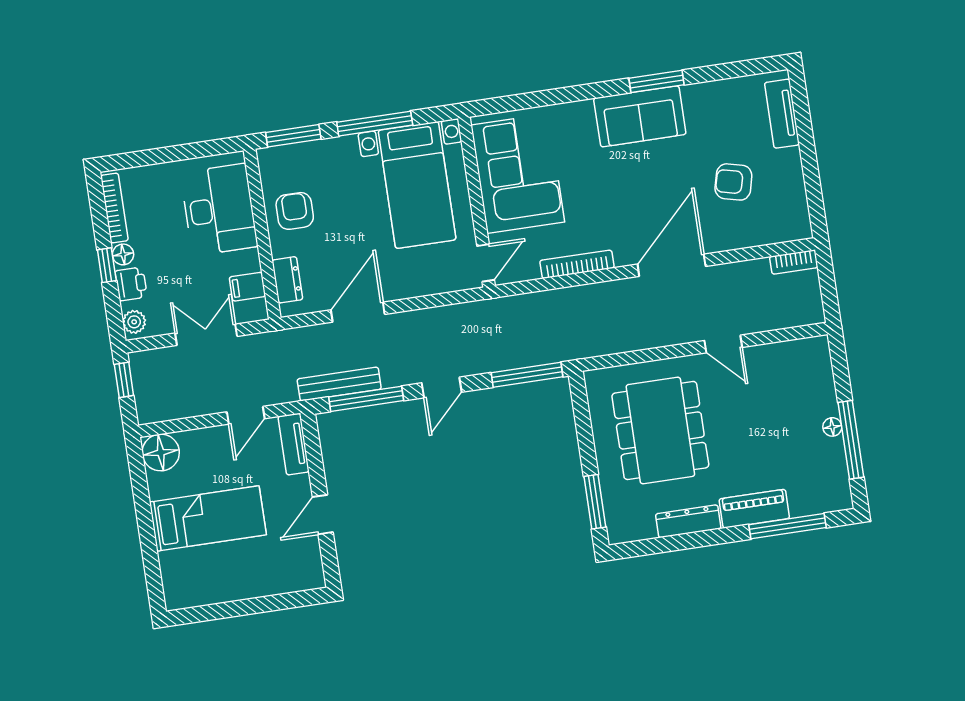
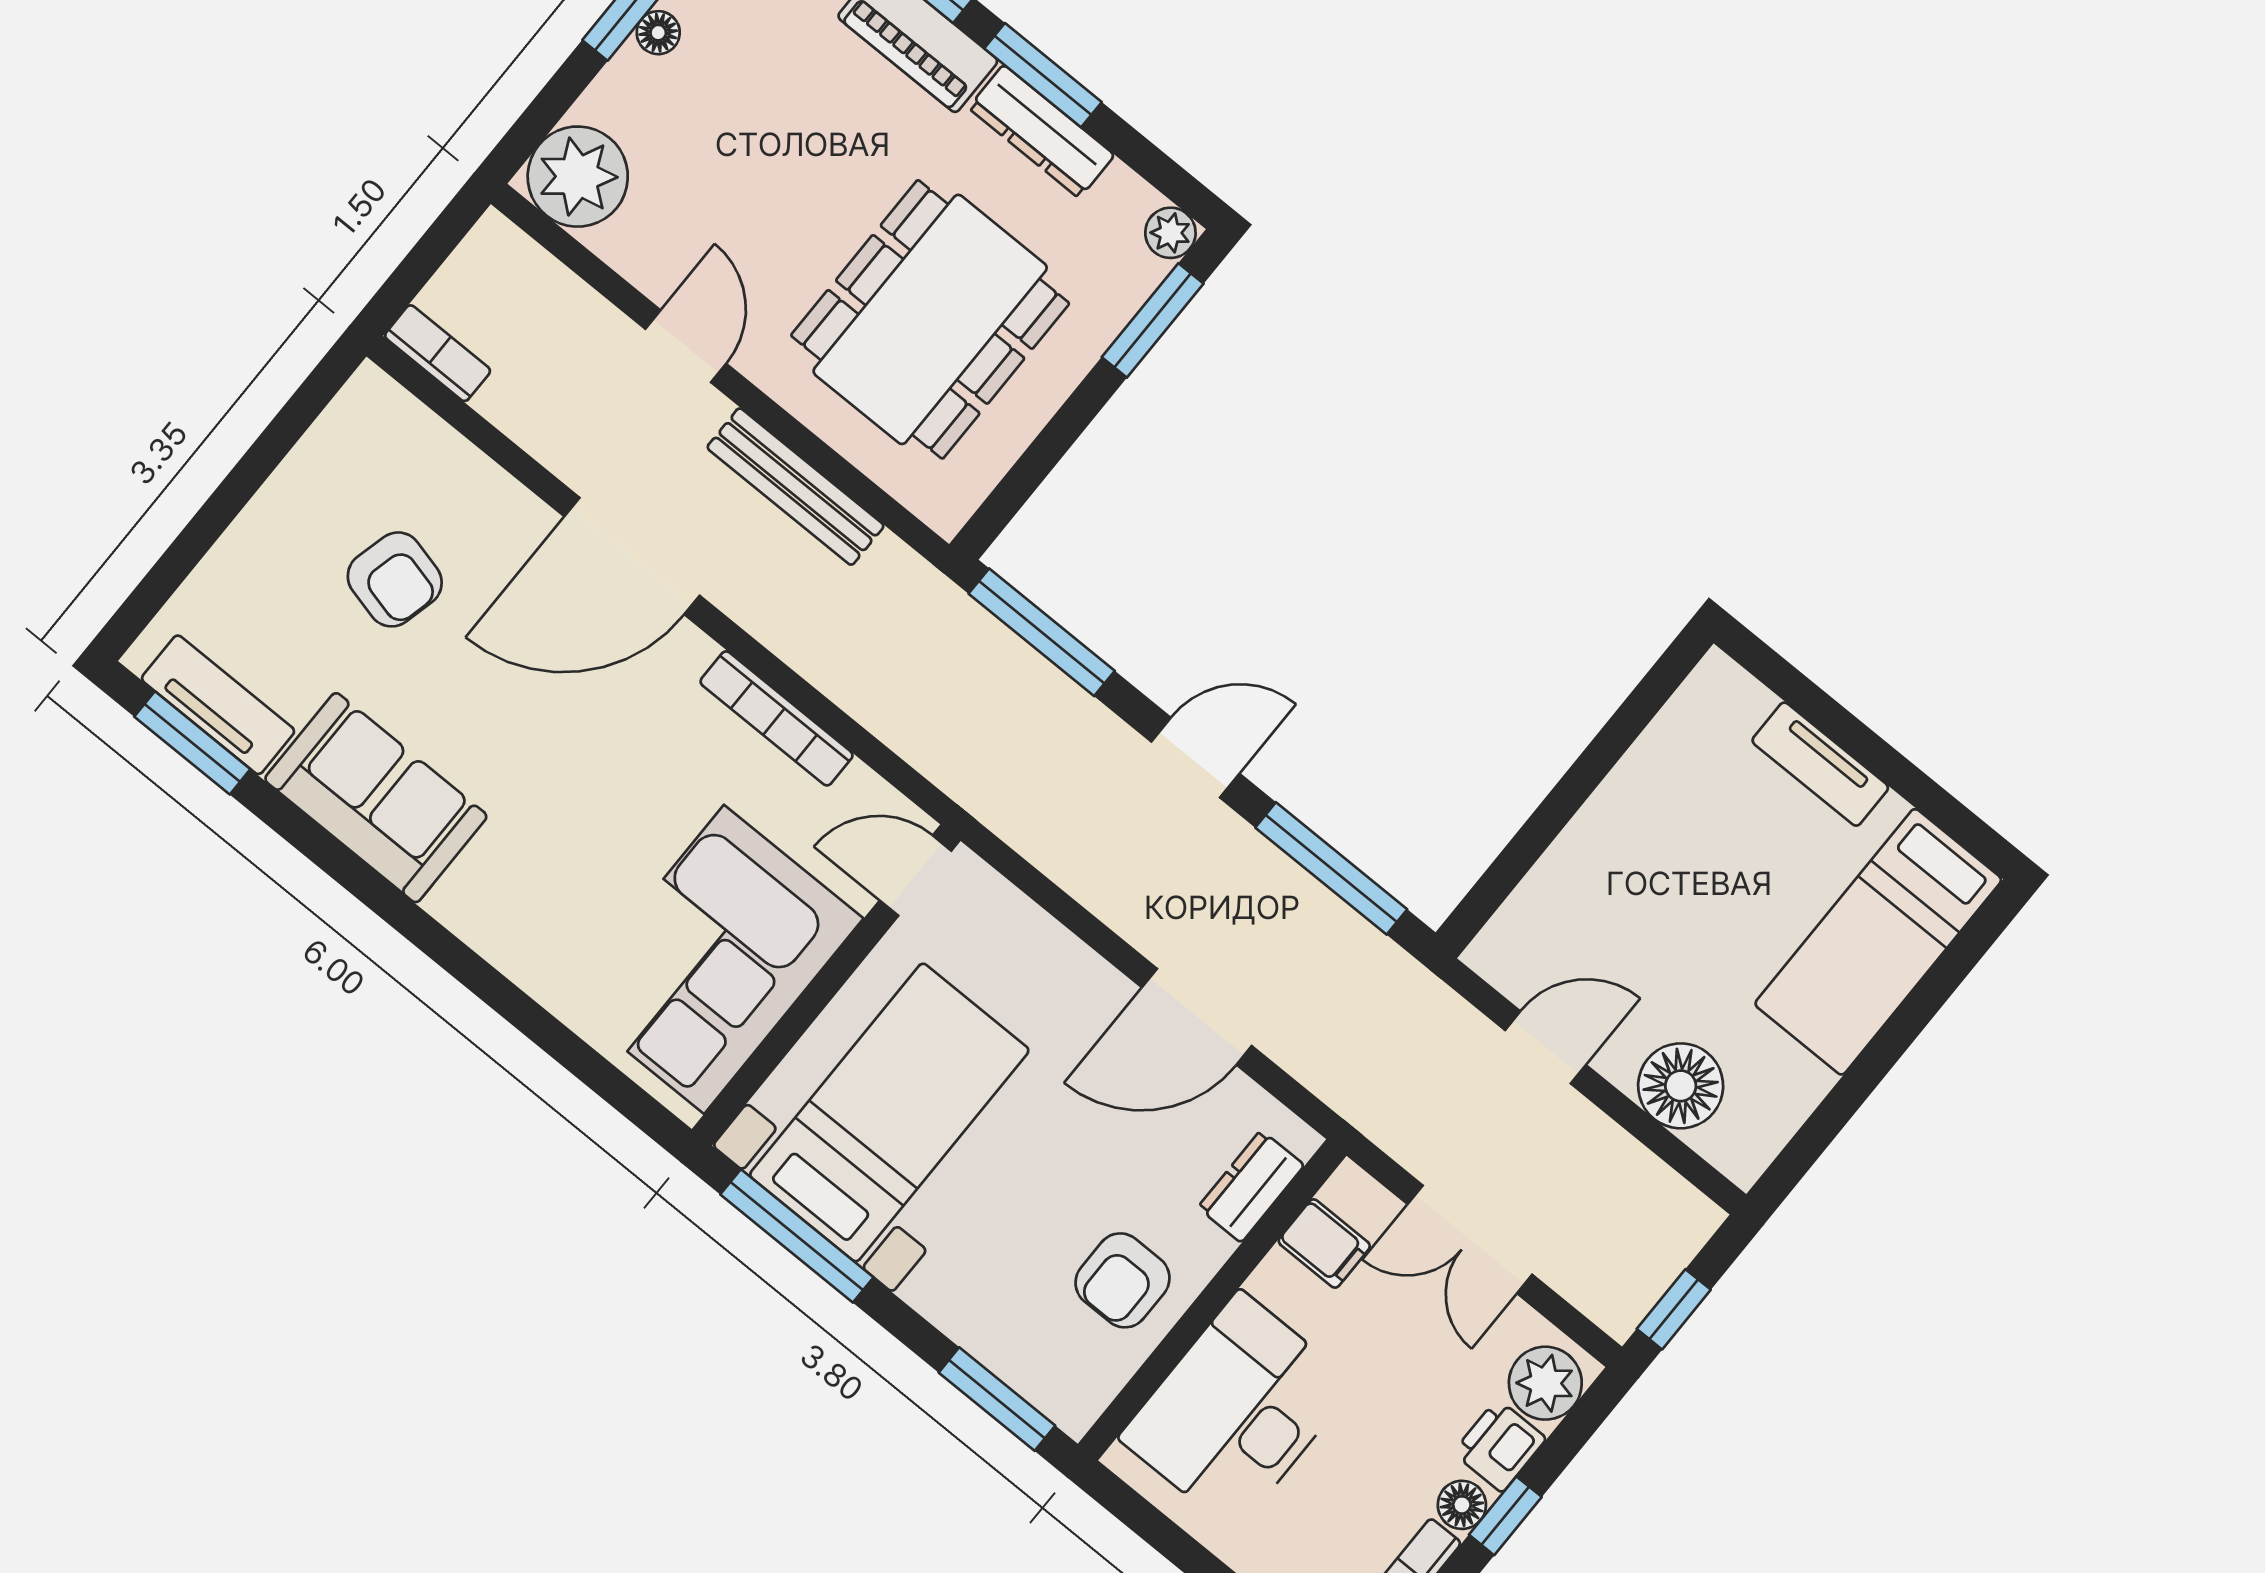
window: (656, 81) -> (192, 743), moved
tv unit: (782, 114) -> (218, 705), moved, turned -90
sofa: (640, 116) -> (376, 798), moved
window: (375, 124) -> (797, 1236), moved
plant: (134, 322) -> (1545, 1383), width x1.38, depth x1.38
plant: (810, 359) -> (578, 177), added
bench: (339, 384) -> (795, 487), moved
tv unit: (294, 444) -> (1820, 764), moved, turned 90
floor lamp: (161, 452) -> (1681, 1086), moved
door: (323, 515) -> (1595, 763), removed
bed: (208, 518) -> (1878, 942), moved, turned -90
plant: (618, 533) -> (1170, 233), added
window: (706, 538) -> (1043, 75), added

